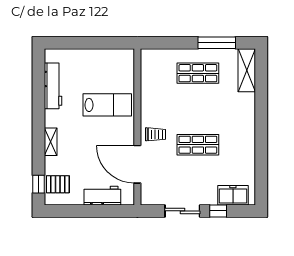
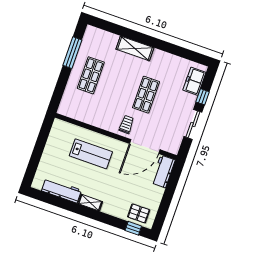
shelving: (247, 70) -> (135, 48), moved
lab bench: (107, 105) -> (91, 154), turned 90
shelving: (51, 142) -> (90, 203), moved
pallet: (58, 184) -> (139, 213), turned 90
workbench: (102, 196) -> (163, 171), moved

